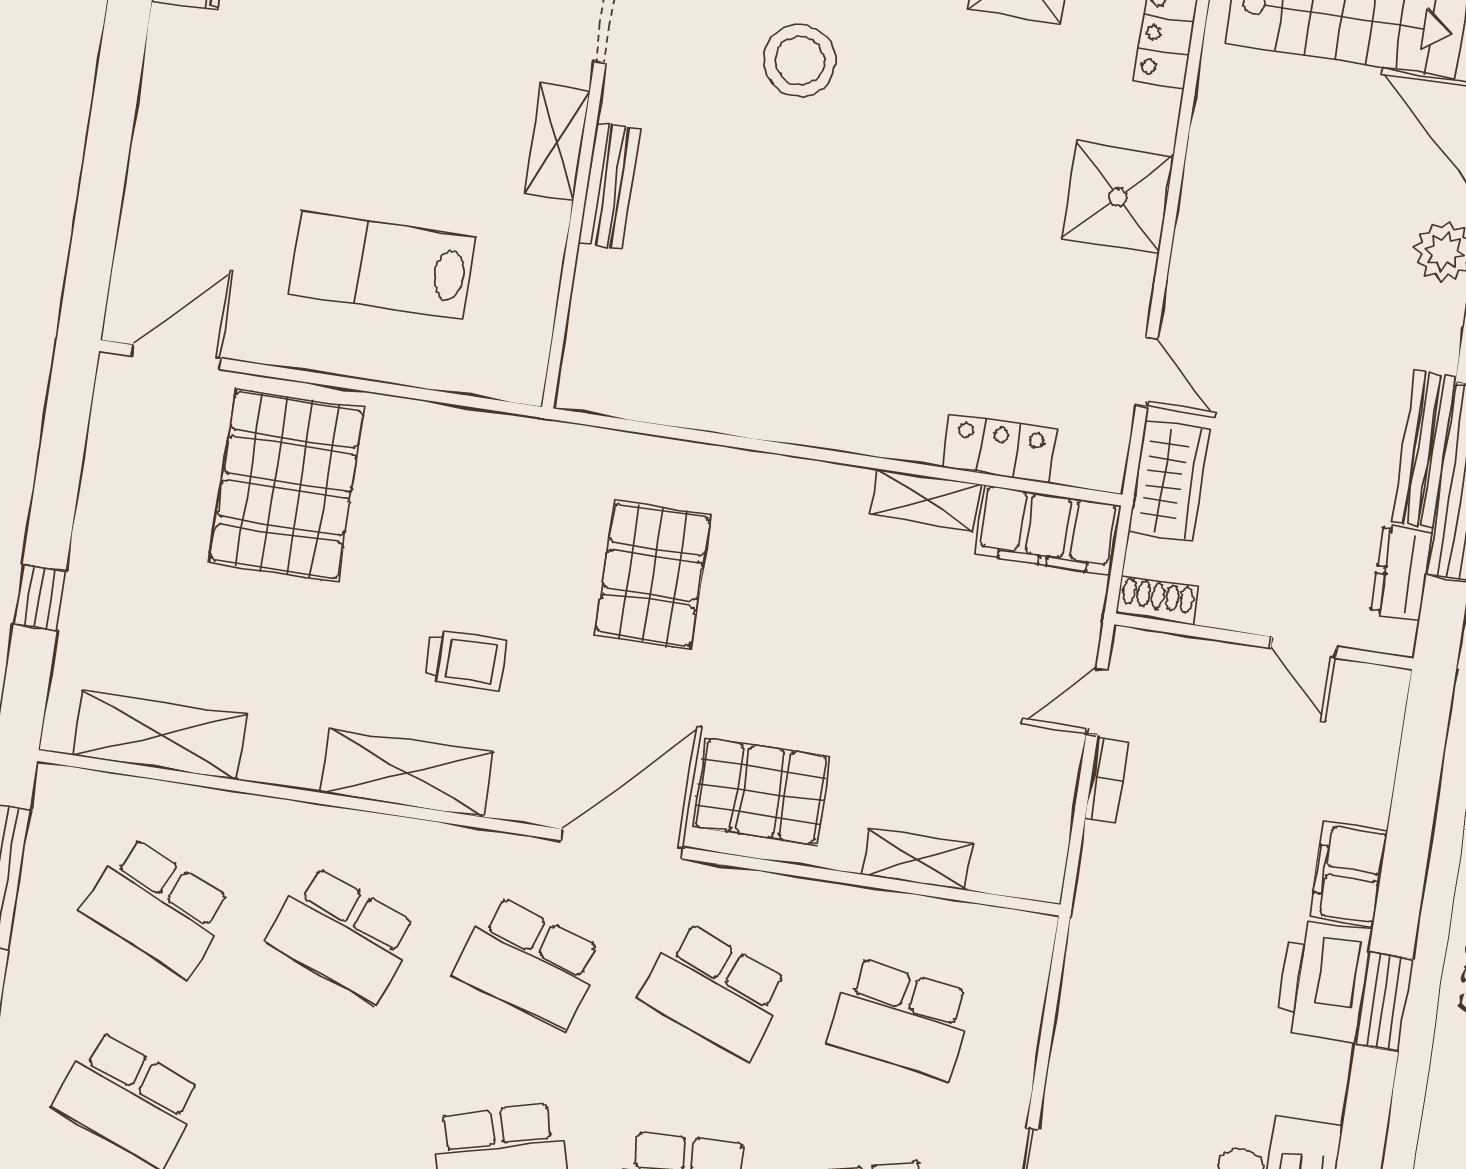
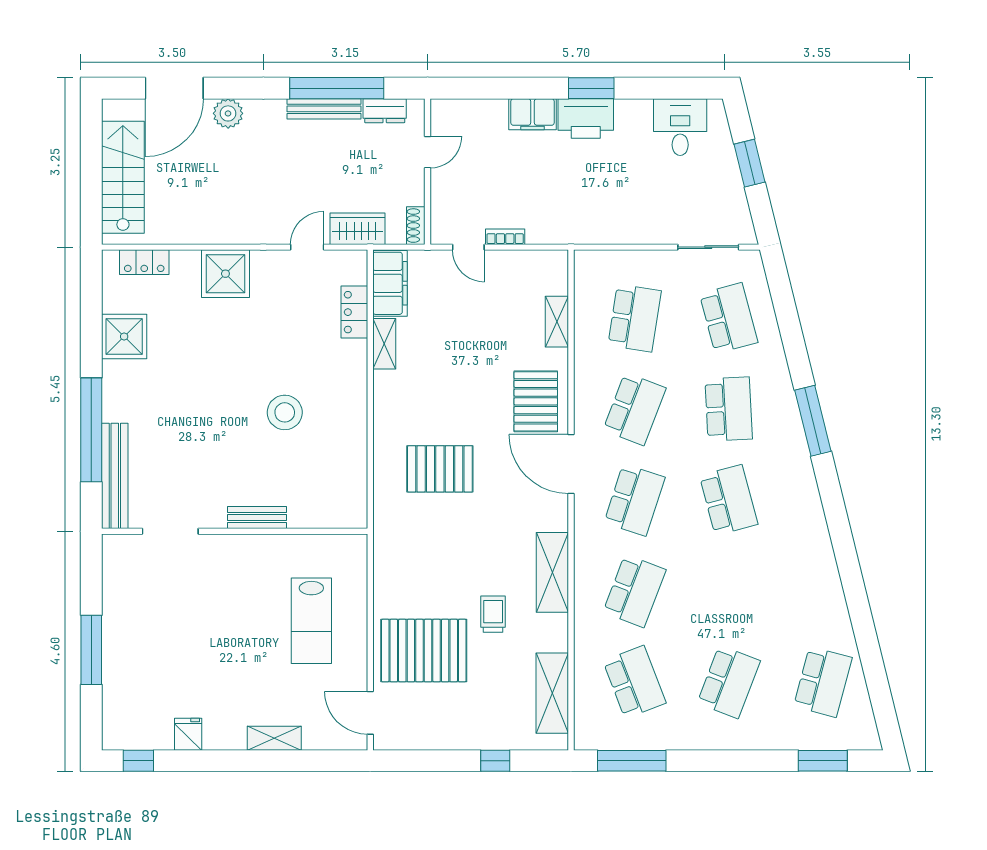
stool: (800, 61) -> (285, 412), moved
shelving: (557, 142) -> (274, 738), moved
trolley: (466, 660) -> (493, 614), moved
school desk: (158, 906) -> (635, 682), turned -45

